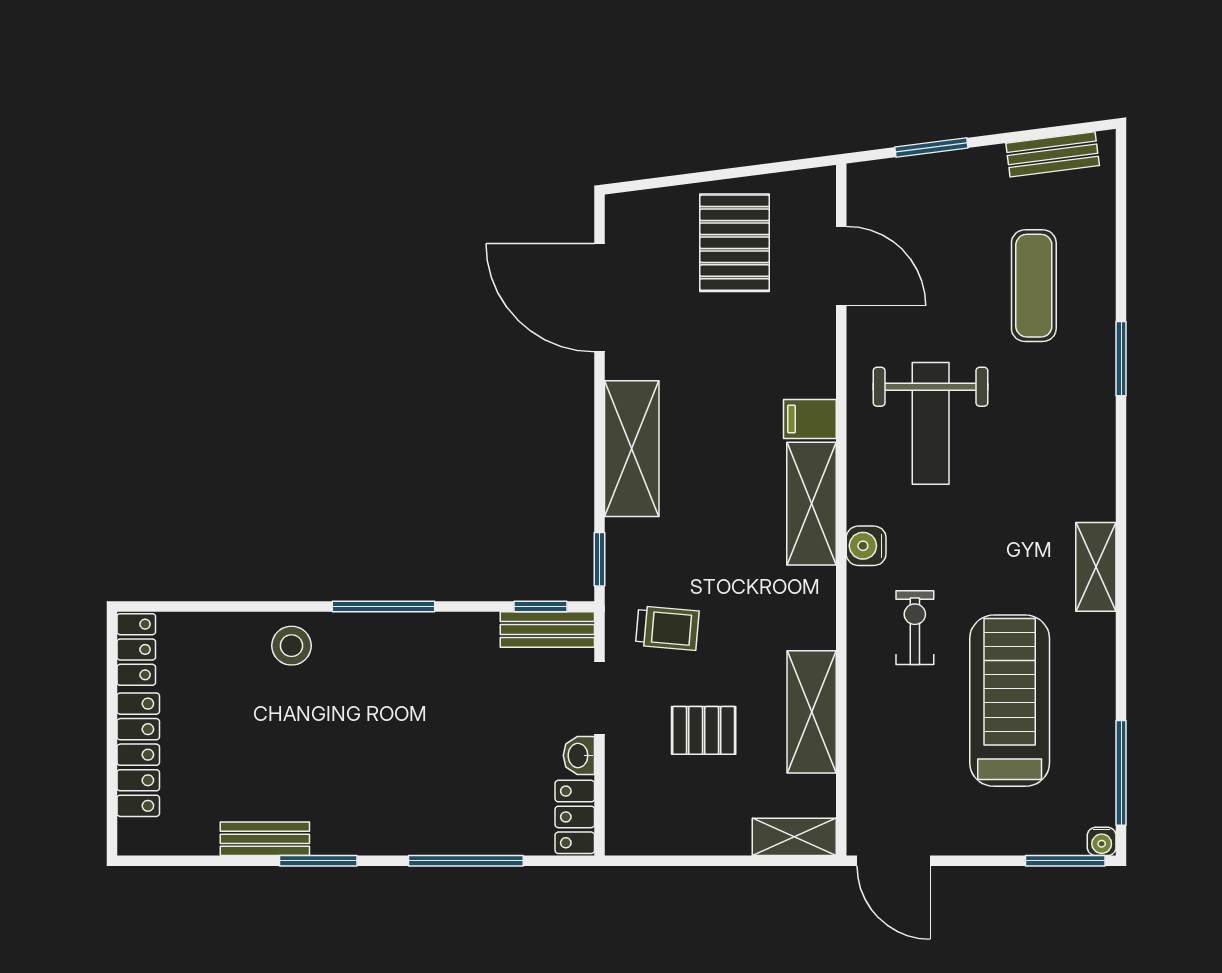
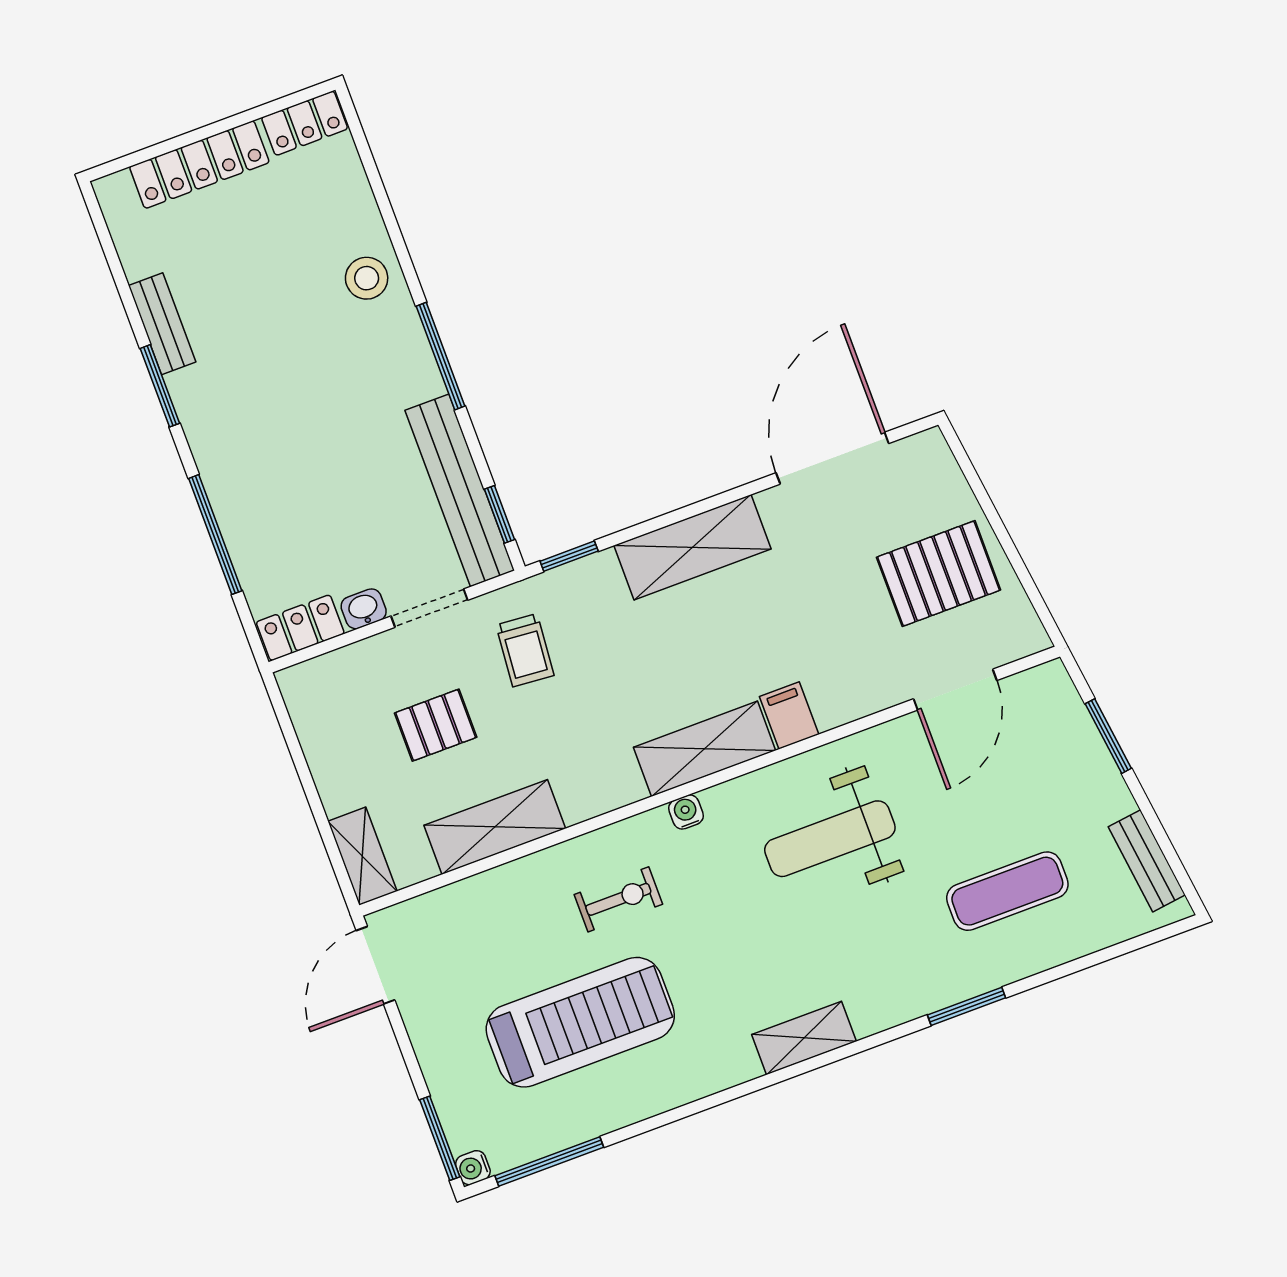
water cooler: (866, 546) -> (686, 812), width x0.72, depth x0.72
shelving: (1096, 567) -> (804, 1038), moved
bench: (547, 629) -> (460, 490), width x1.86, depth x1.21
pallet: (704, 730) -> (436, 725), turned 90

